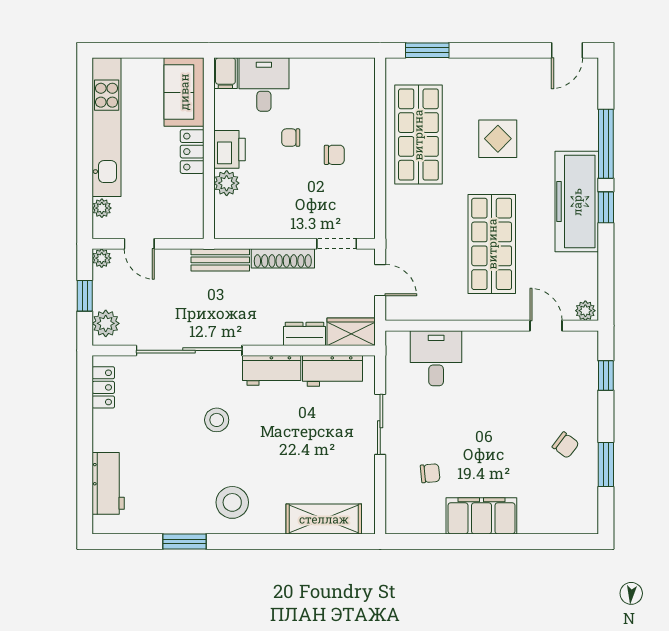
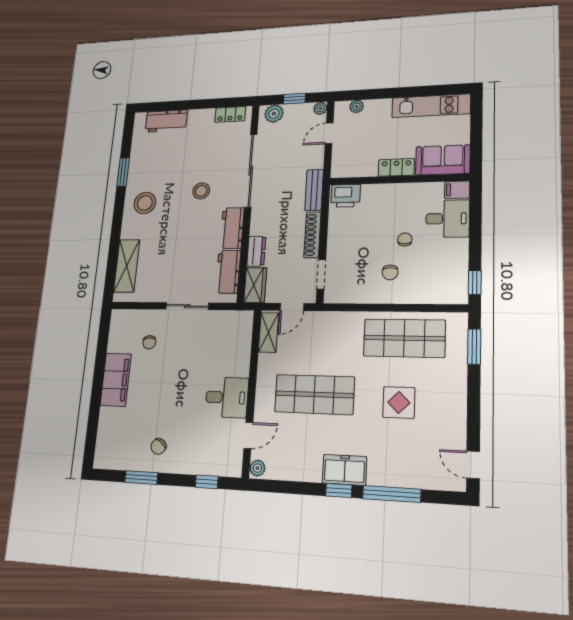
window: (347, 50) -> (475, 282), added
kitchen unit: (107, 127) -> (431, 106), width x0.73
printer: (230, 149) -> (346, 196), moved
plant: (227, 183) -> (371, 193), removed
freezer: (577, 202) -> (344, 470), width x0.52, depth x0.79
shelving: (414, 309) -> (268, 332), added
desk: (436, 358) -> (227, 397), moved

